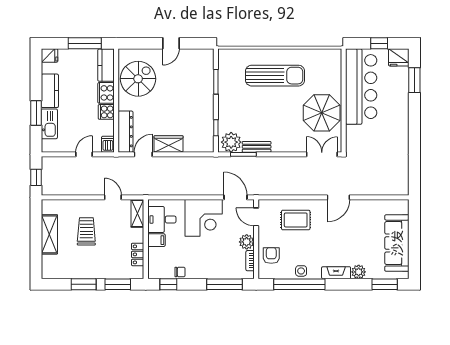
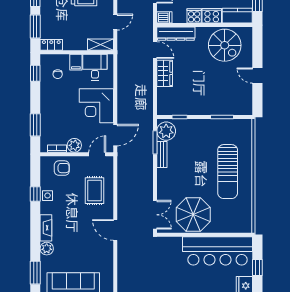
locker: (138, 254) -> (51, 45), moved
chair: (180, 272) -> (58, 74), moved
window: (224, 284) -> (35, 125), width x0.69
window: (299, 284) -> (35, 194), width x0.32

